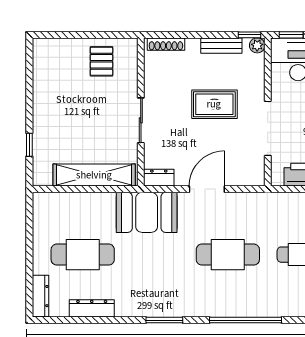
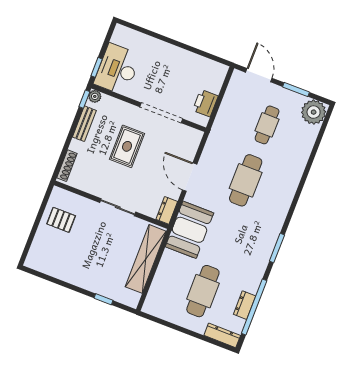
dresser: (92, 308) -> (245, 305), width x0.70
window: (246, 320) -> (254, 307), moved

